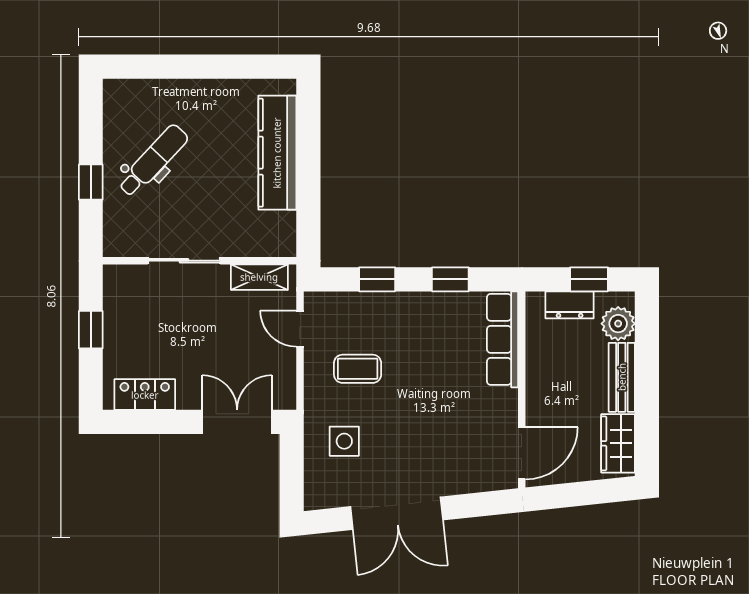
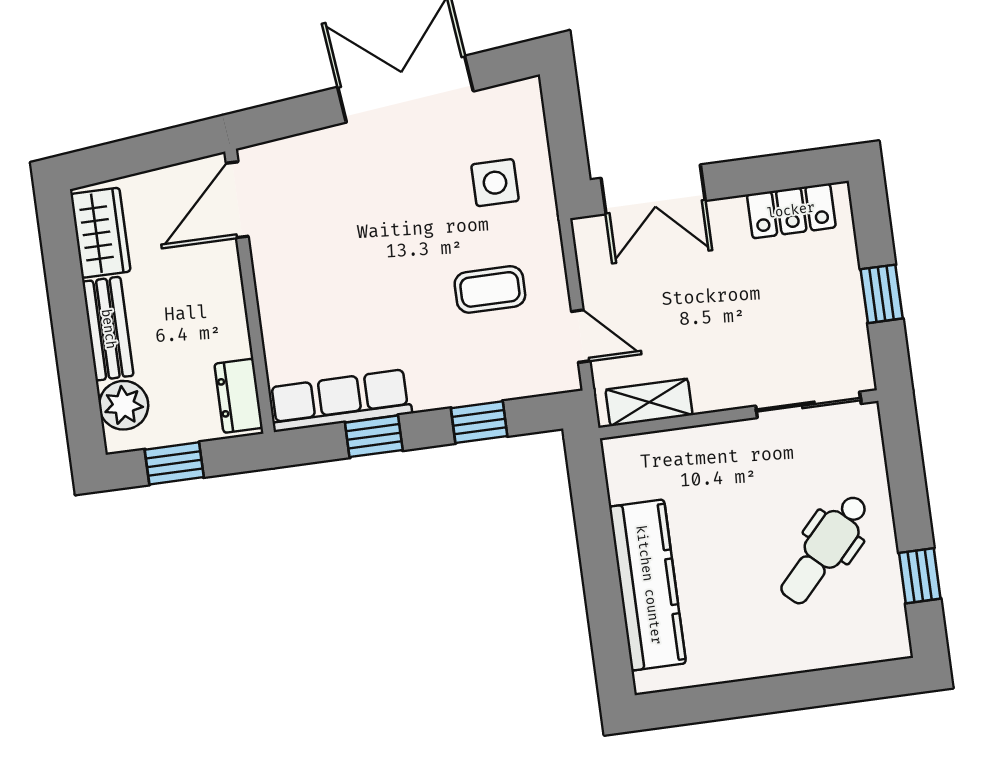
window: (91, 182) -> (920, 576), moved
sliding door: (184, 261) -> (808, 405), moved
dresser: (570, 305) -> (239, 396), moved, turned -90
row of seats: (503, 339) -> (340, 401), moved, turned -90

